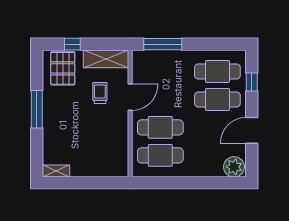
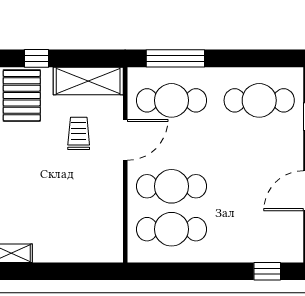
cafe table: (217, 99) -> (171, 100), moved
plant: (234, 167) -> (285, 247), removed
window: (223, 183) -> (267, 271), added

